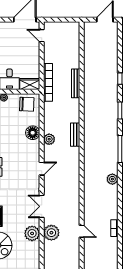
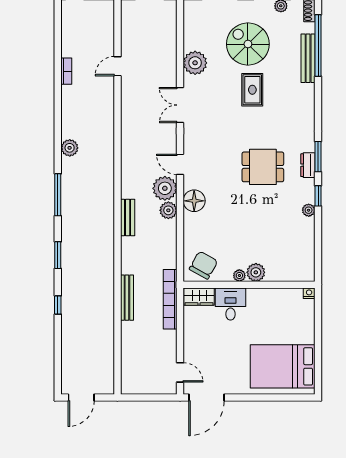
chair: (27, 104) -> (203, 265), turned 117
floor lamp: (33, 133) -> (194, 201), moved
door: (42, 169) -> (180, 164), hinge flipped
double door: (42, 206) -> (180, 105), swing flipped
door: (82, 231) -> (117, 66), hinge flipped
plant: (51, 233) -> (165, 188), moved

